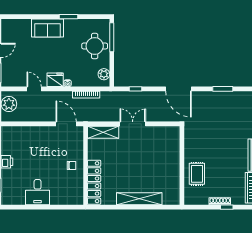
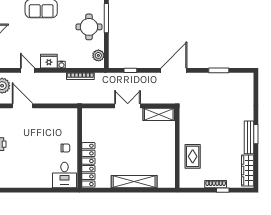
door: (179, 89) -> (174, 70), swing flipped
door: (66, 124) -> (22, 106), moved
shelving: (103, 132) -> (159, 114), moved
desk: (38, 192) -> (65, 175), moved

